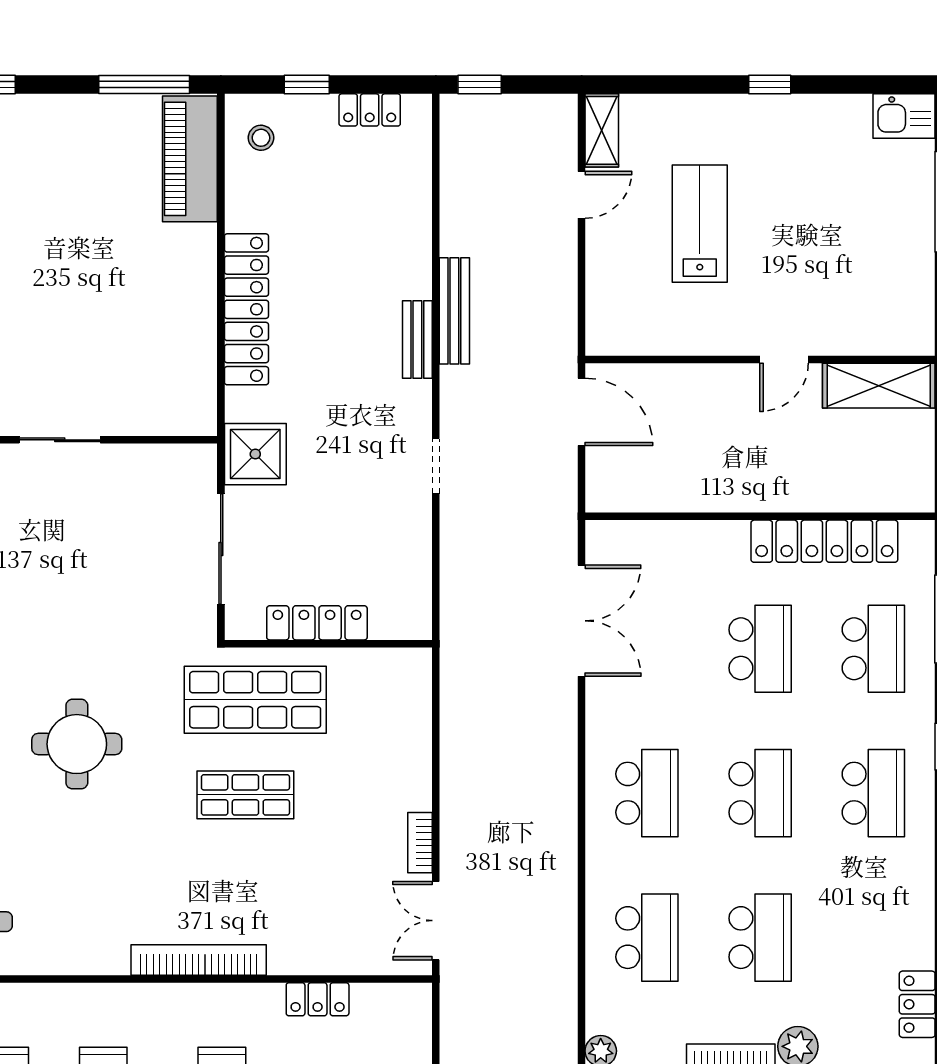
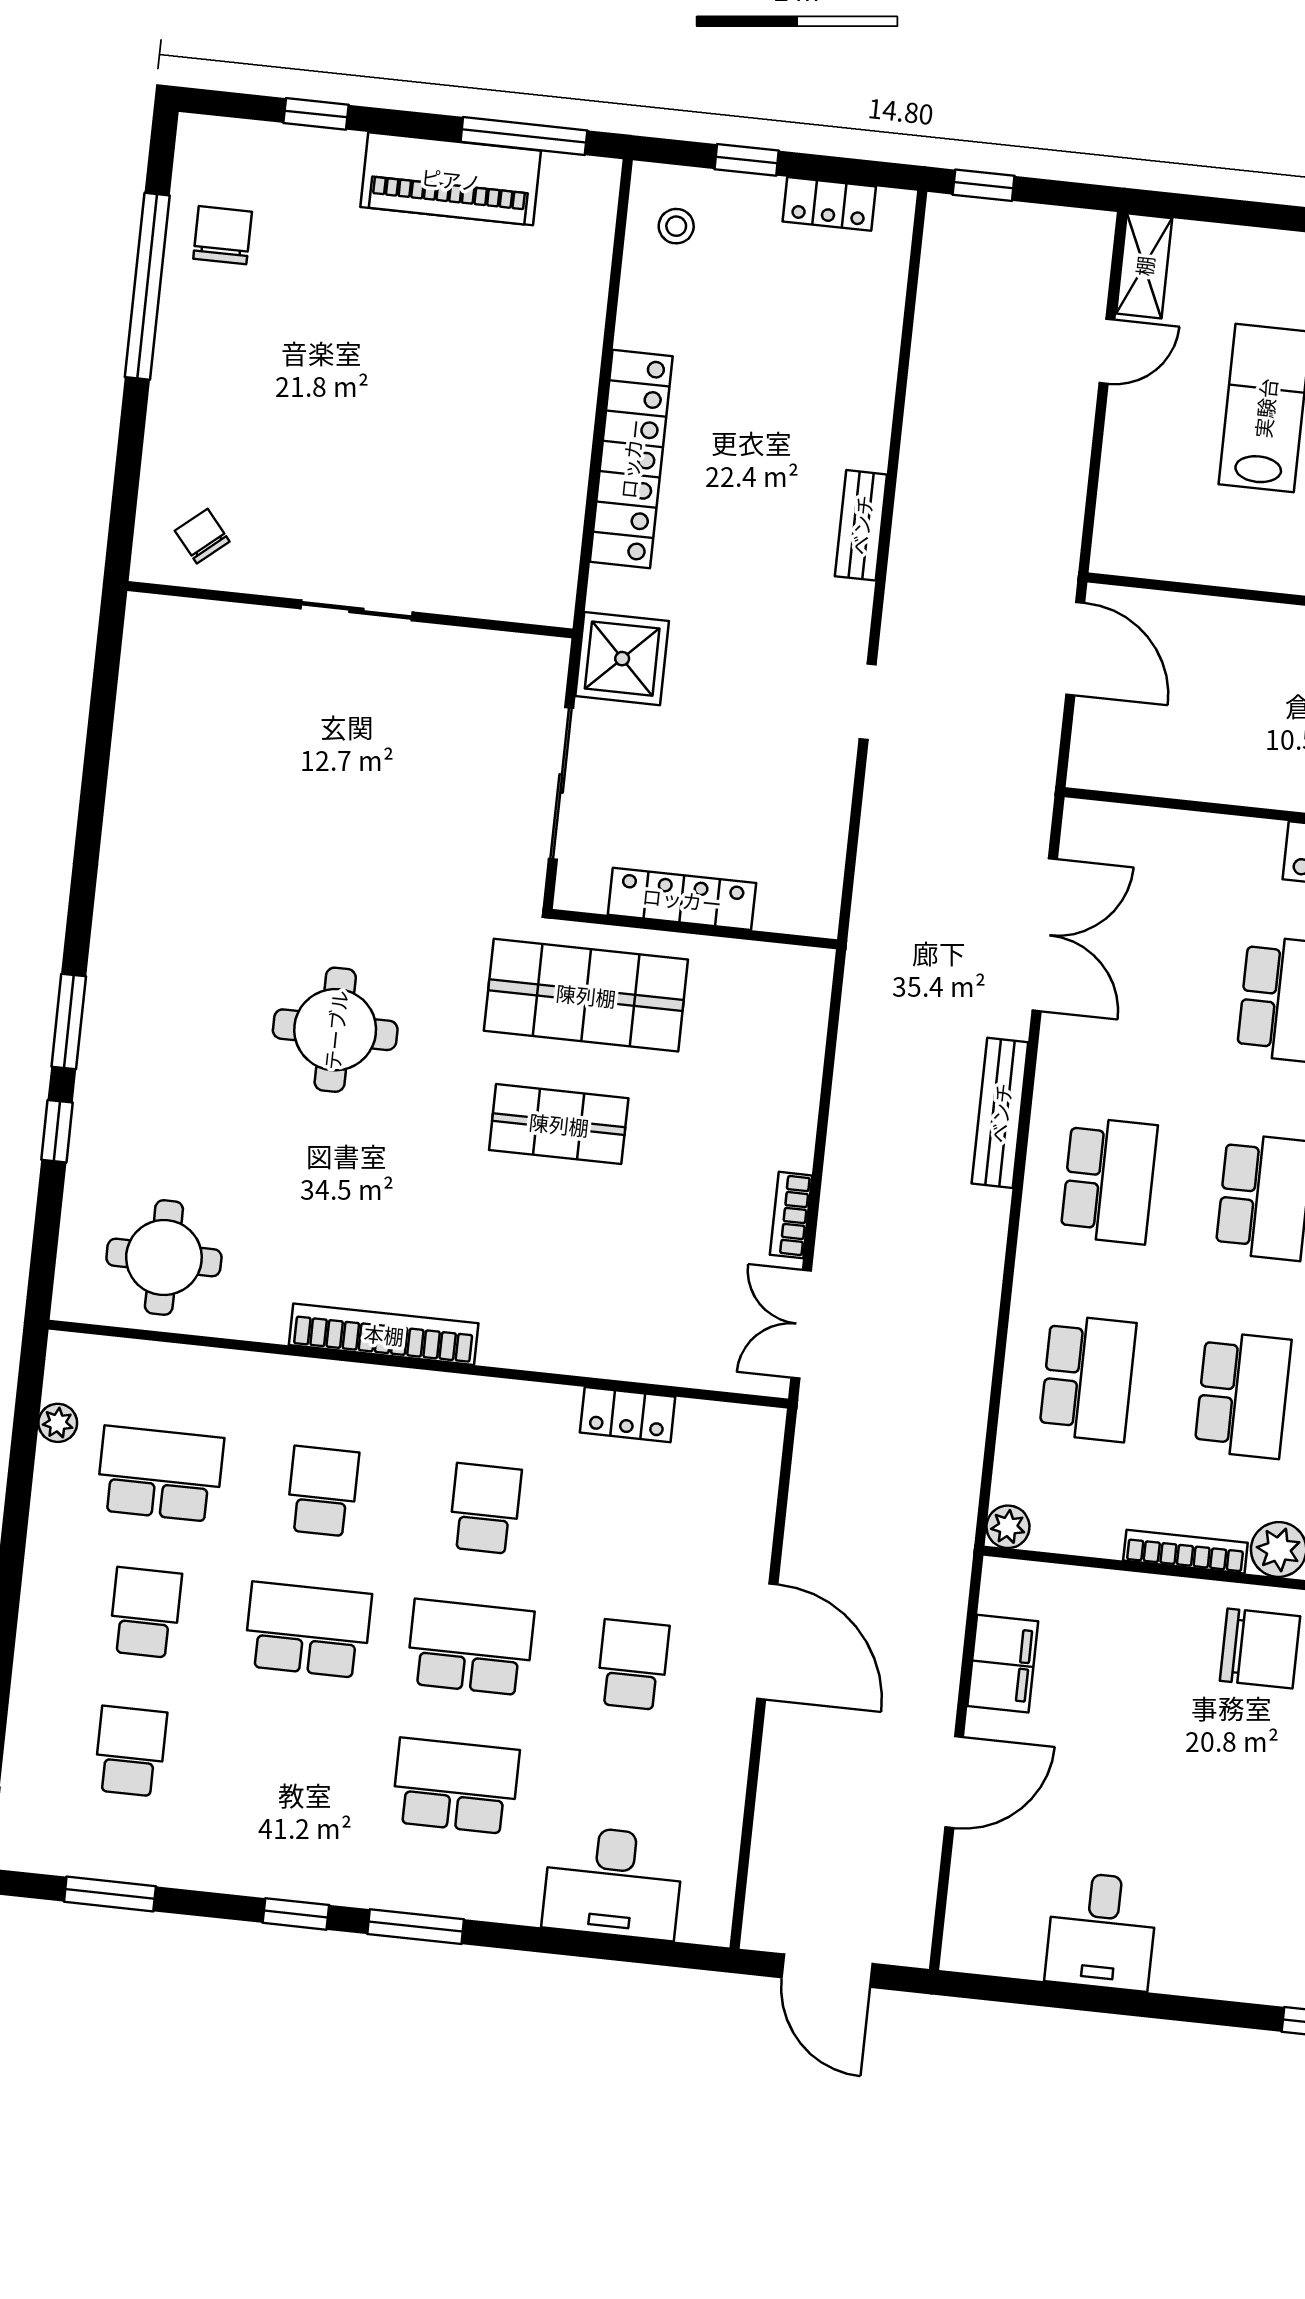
piano: (190, 159) -> (451, 179), moved, turned -90
bench: (454, 311) -> (1000, 1113), moved
bookcase: (199, 960) -> (384, 1334), moved

